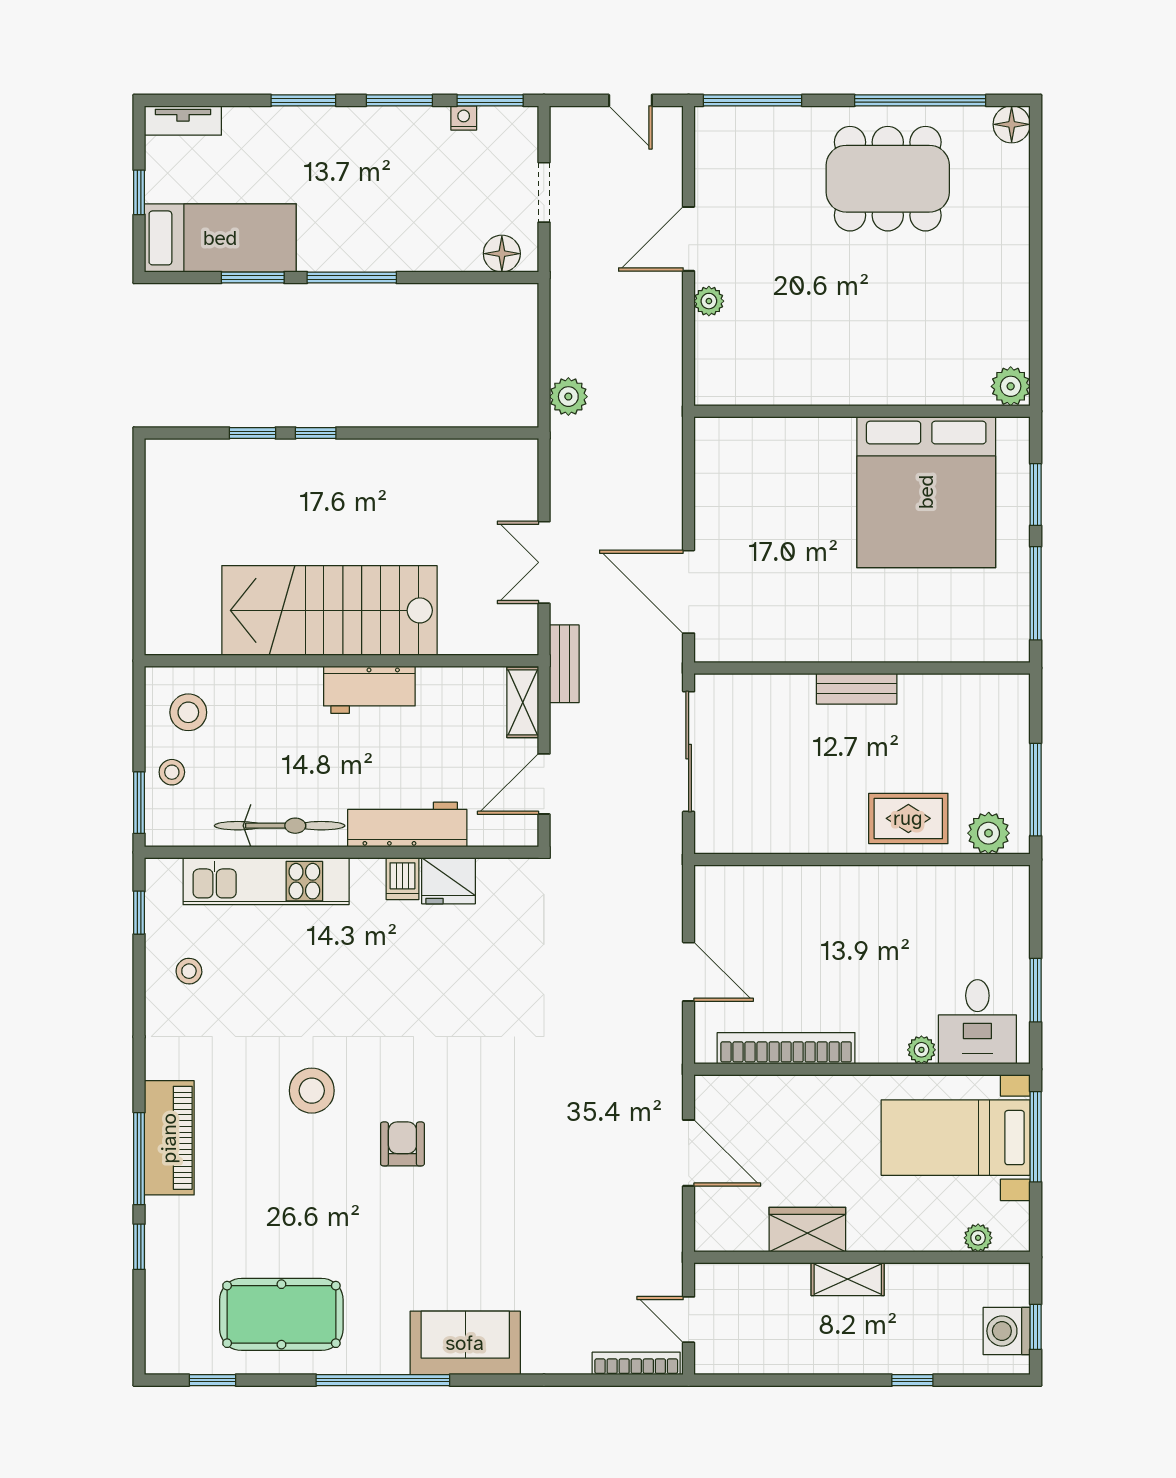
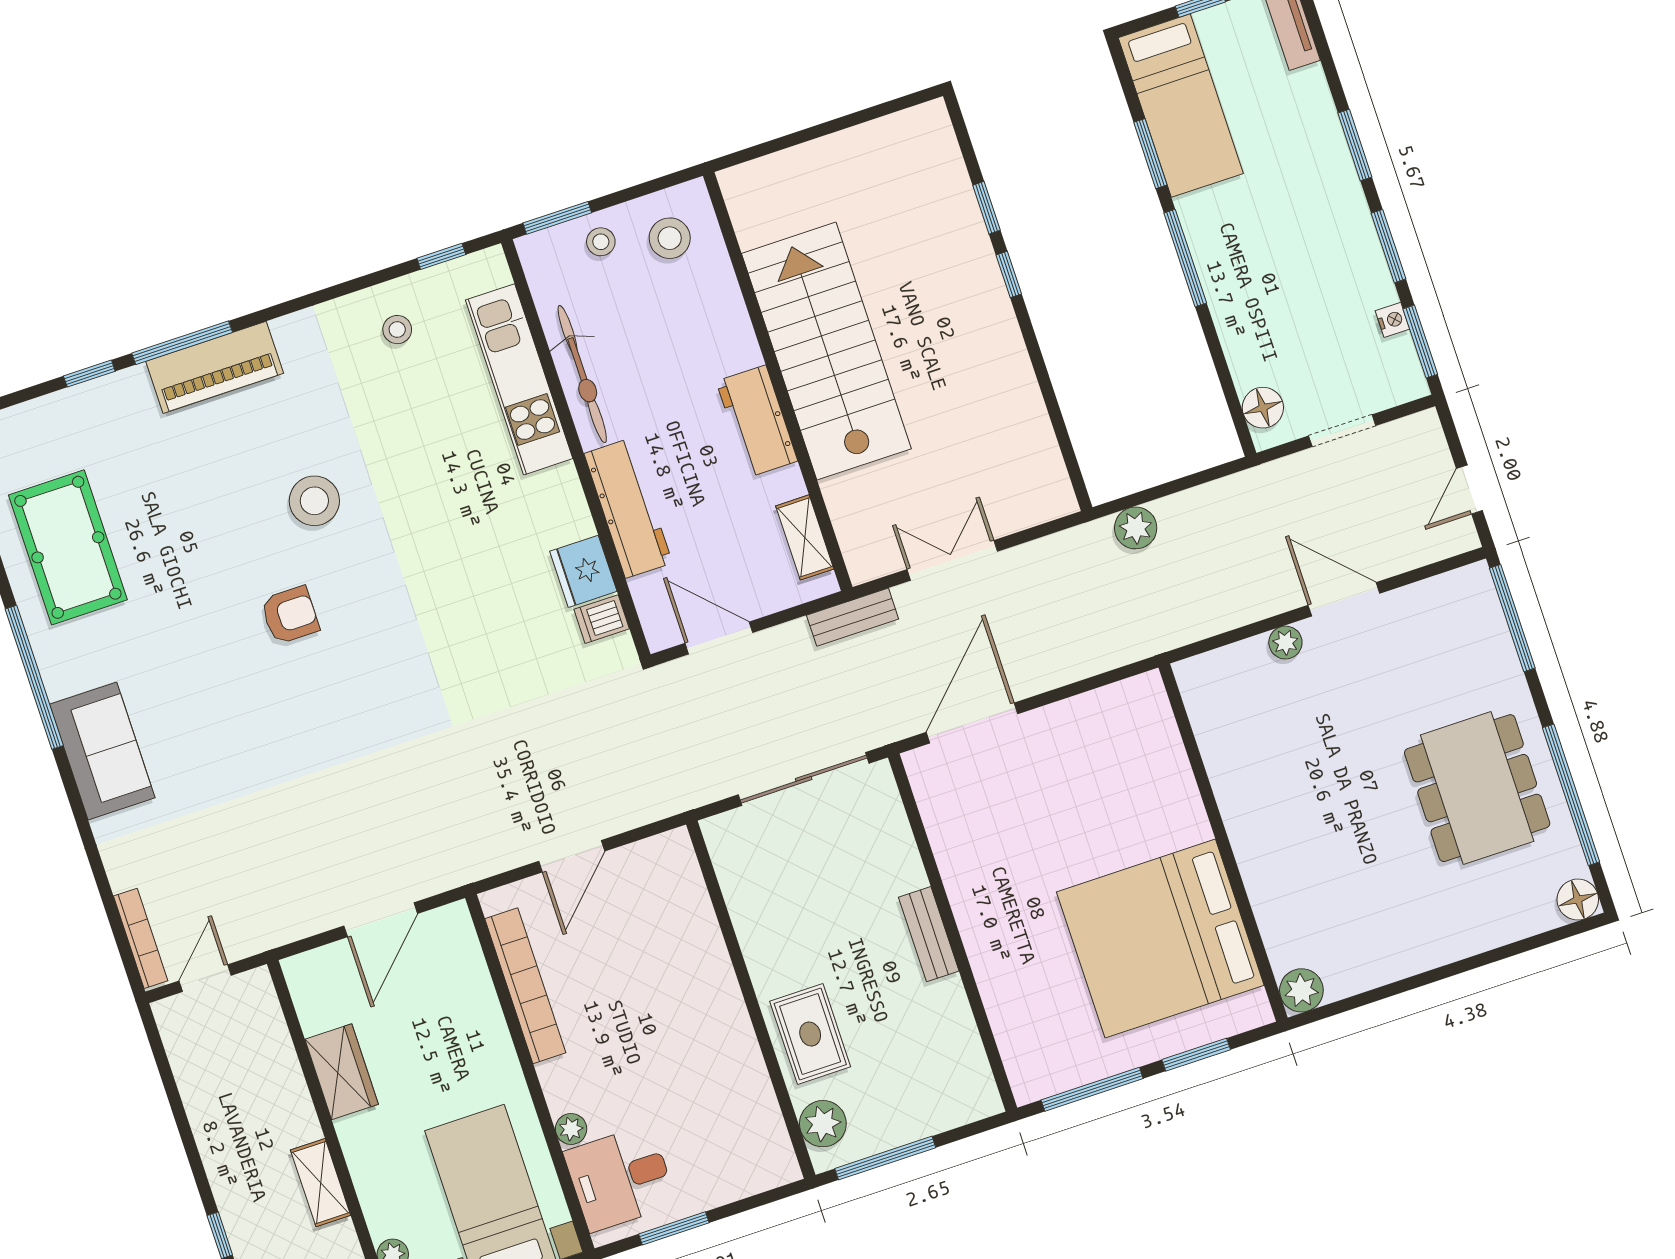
shelving: (523, 702) -> (805, 537), moved, turned 90
dishwasher: (402, 879) -> (602, 619), moved
shelving: (848, 1279) -> (321, 1183), moved

